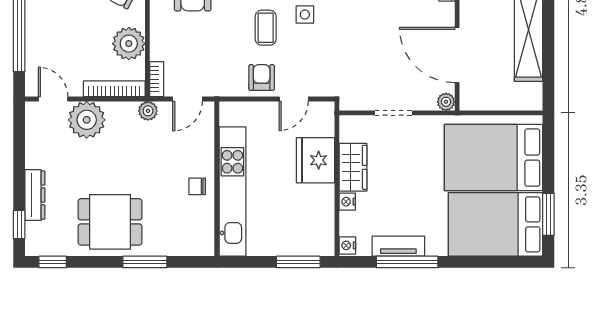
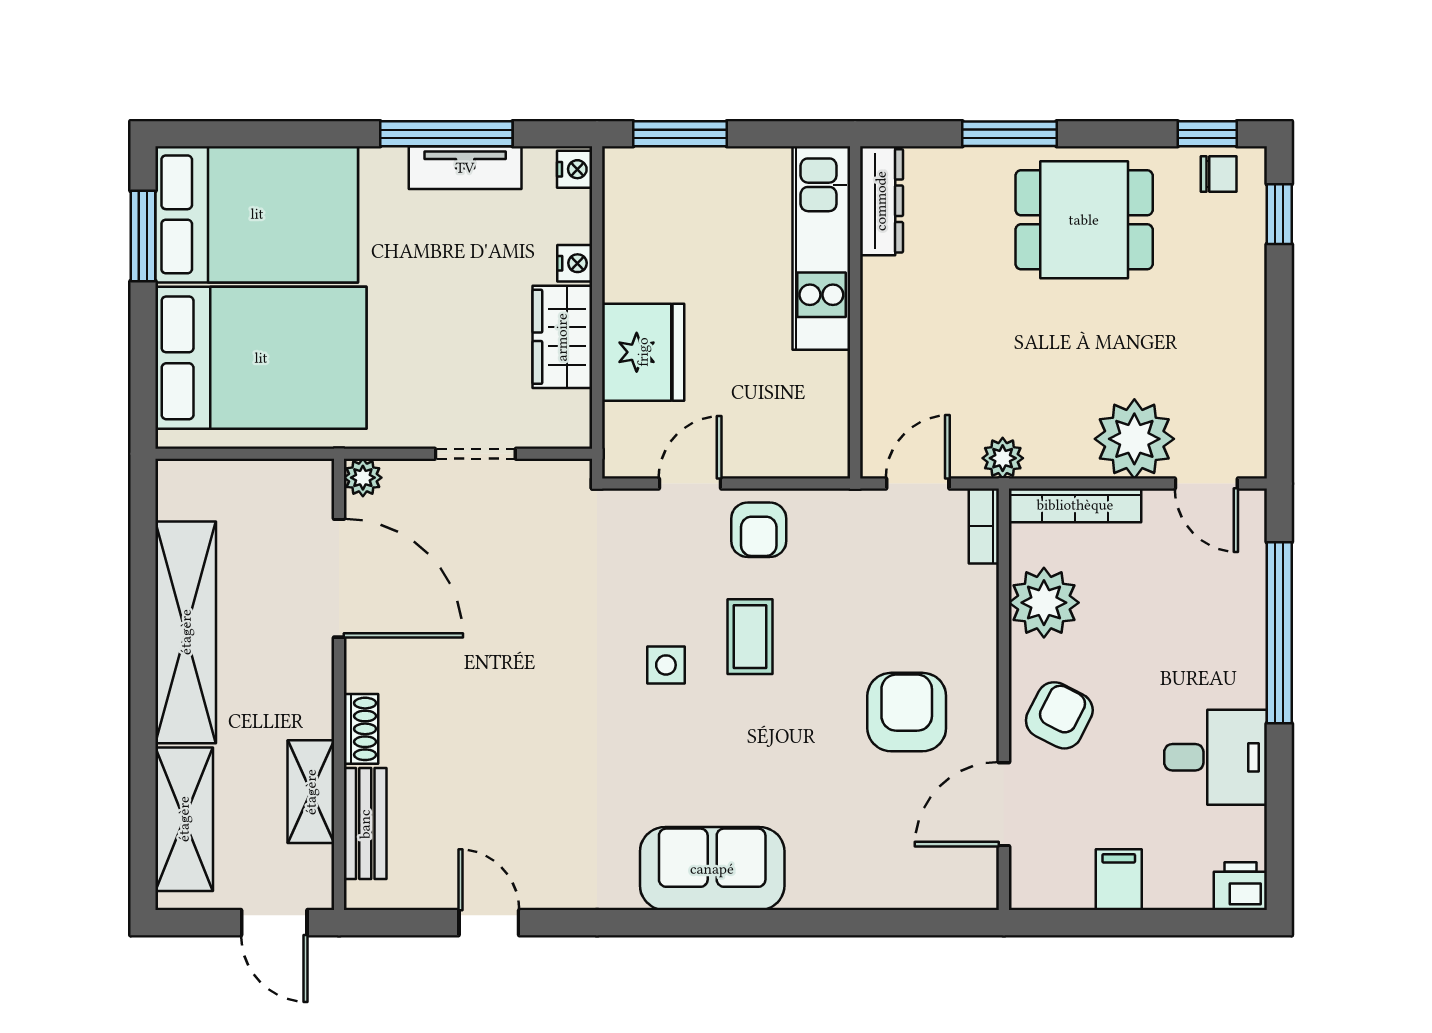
chair: (197, 186) -> (1219, 174), moved
kitchen unit: (232, 192) -> (821, 248), width x0.73
dresser: (35, 195) -> (881, 201), moved, turned 180

